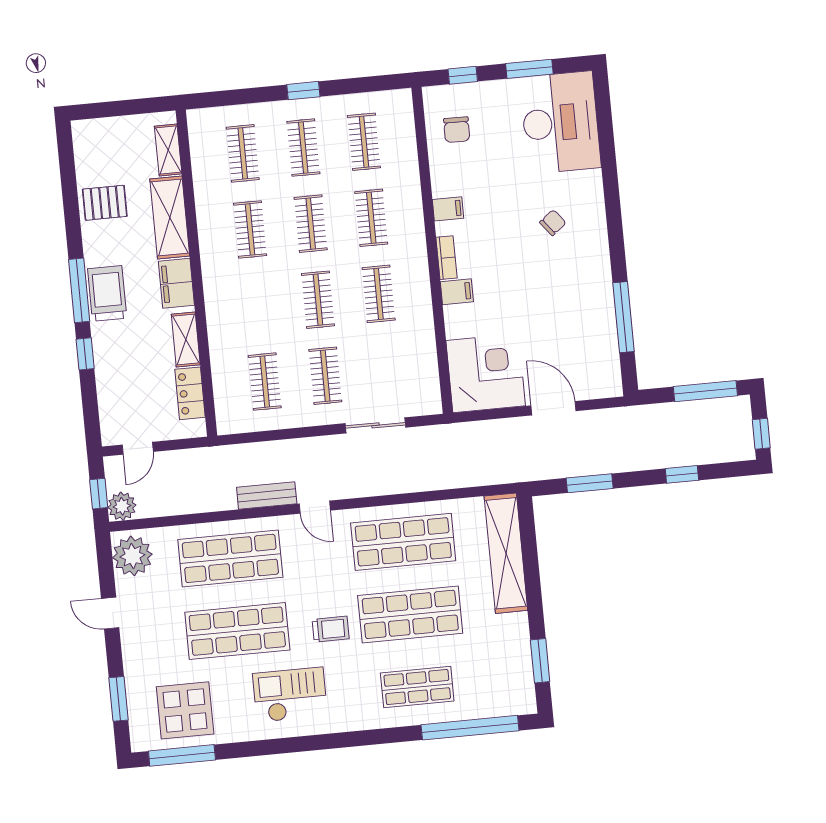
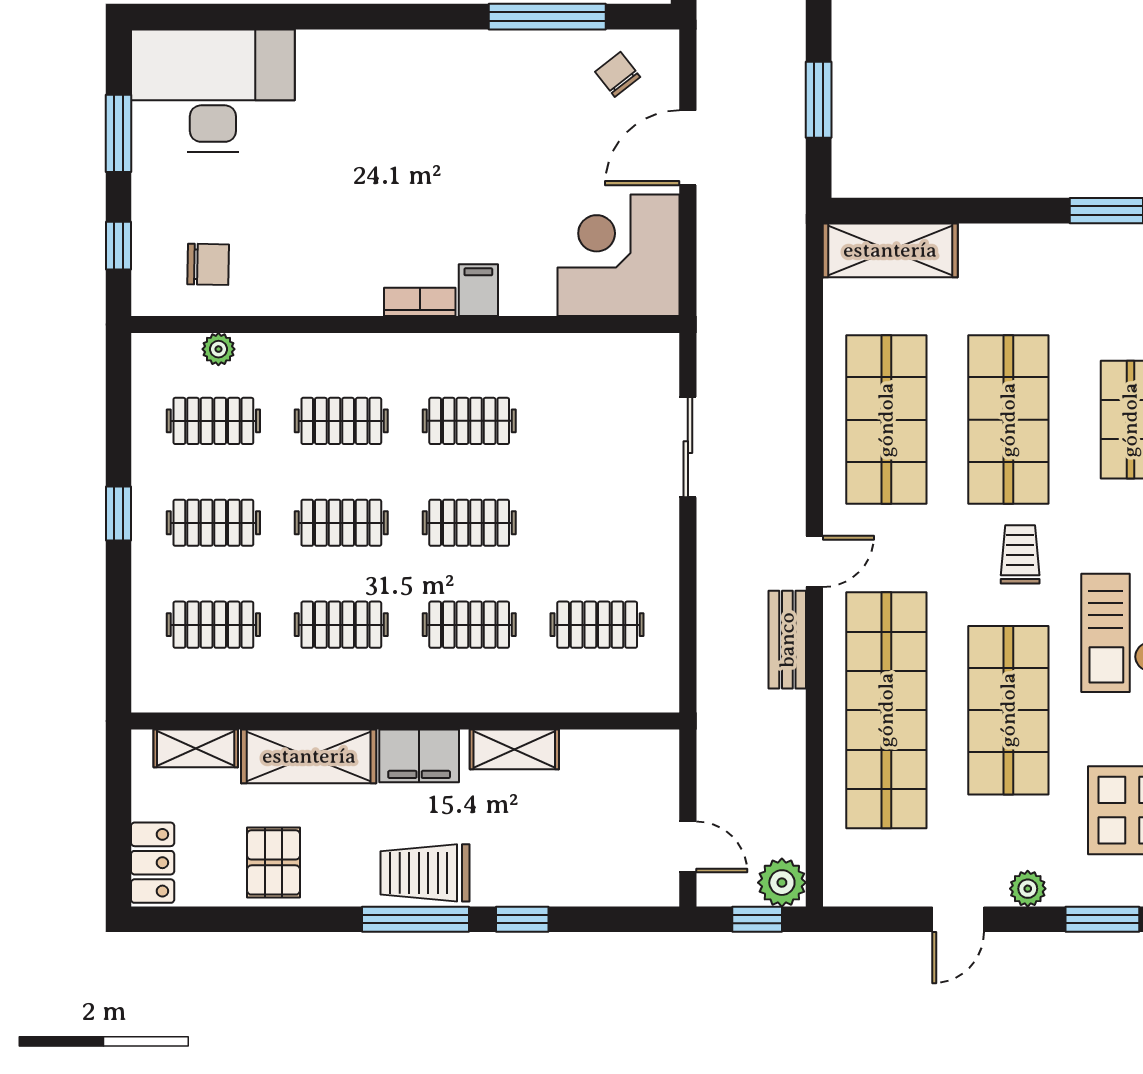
plant: (407, 141) -> (218, 349), added
filing cabinet: (448, 209) -> (339, 292), removed
chair: (553, 223) -> (618, 74), moved
clothes rail: (325, 376) -> (469, 625), moved
locker: (190, 393) -> (153, 863), moved, turned -90
shelving: (506, 553) -> (890, 250), width x0.68
plant: (132, 556) -> (1028, 889), moved, width x0.53, depth x0.53
shop shelf: (230, 558) -> (886, 710), width x1.40

